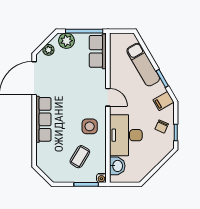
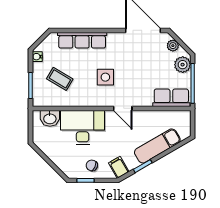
door: (108, 97) -> (123, 108), hinge flipped
row of seats: (43, 119) -> (82, 40), moved
side table: (90, 126) -> (105, 77), moved
water cooler: (101, 178) -> (37, 57), moved

